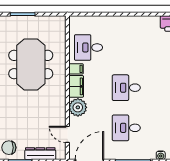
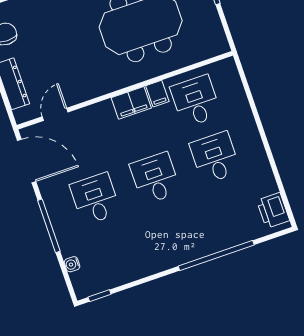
desk: (126, 47) -> (215, 158), added
plant: (78, 107) -> (101, 116), removed

